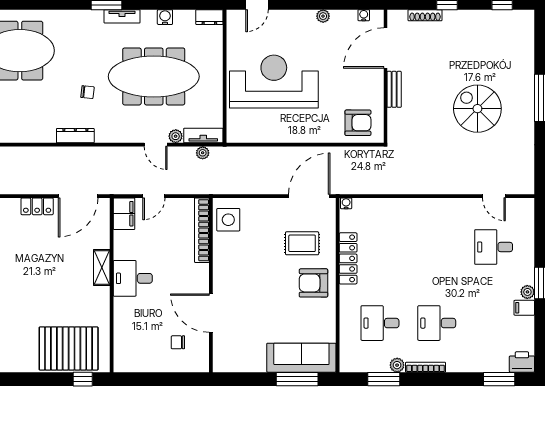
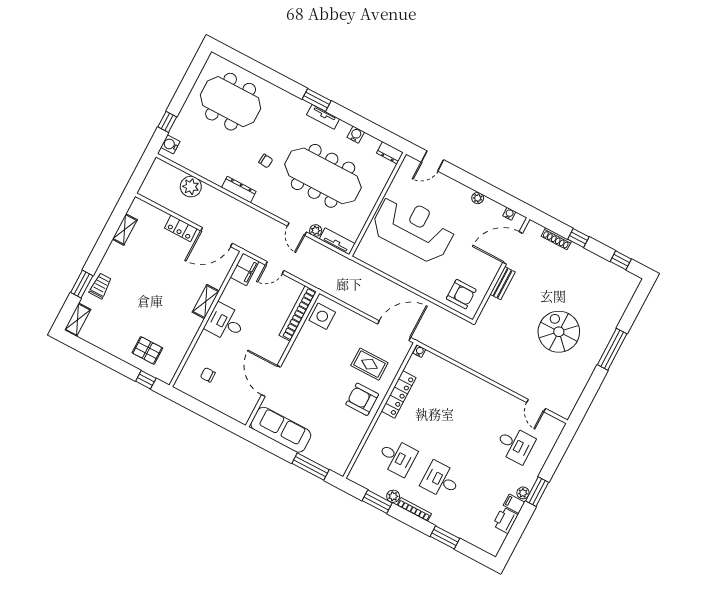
plant: (203, 153) -> (191, 187), moved, width x1.87, depth x1.87
desk: (494, 247) -> (515, 445), turned 180
desk: (380, 323) -> (397, 457), turned 180
chair: (178, 342) -> (208, 375), moved
pallet: (69, 348) -> (147, 350), width x0.49, depth x0.50
sofa: (301, 358) -> (281, 430), moved
printer: (522, 362) -> (505, 520), moved, turned -90
window: (499, 379) -> (445, 537), moved

